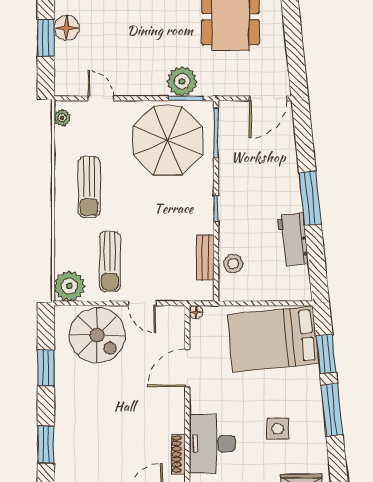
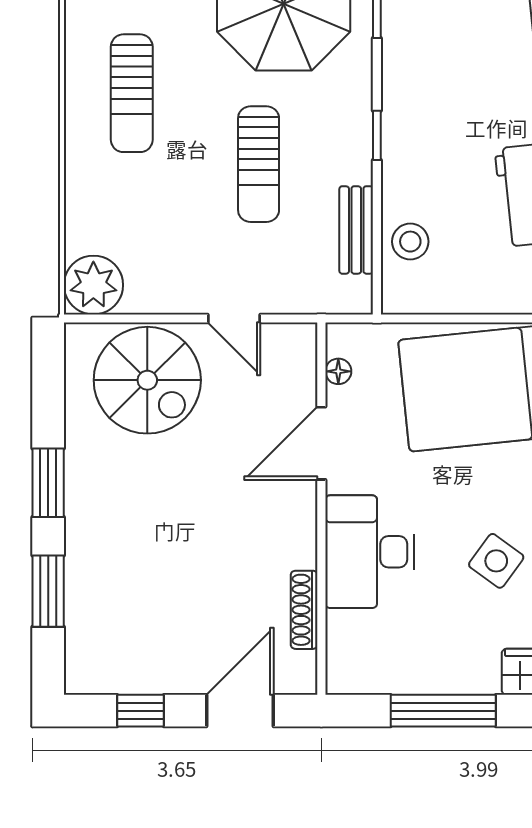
sun lounger: (110, 262) -> (259, 164), moved
floor lamp: (196, 312) -> (338, 371), moved
window: (46, 368) -> (48, 483), moved
side table: (278, 429) -> (496, 561), turned 36
desk: (212, 444) -> (370, 552), moved

